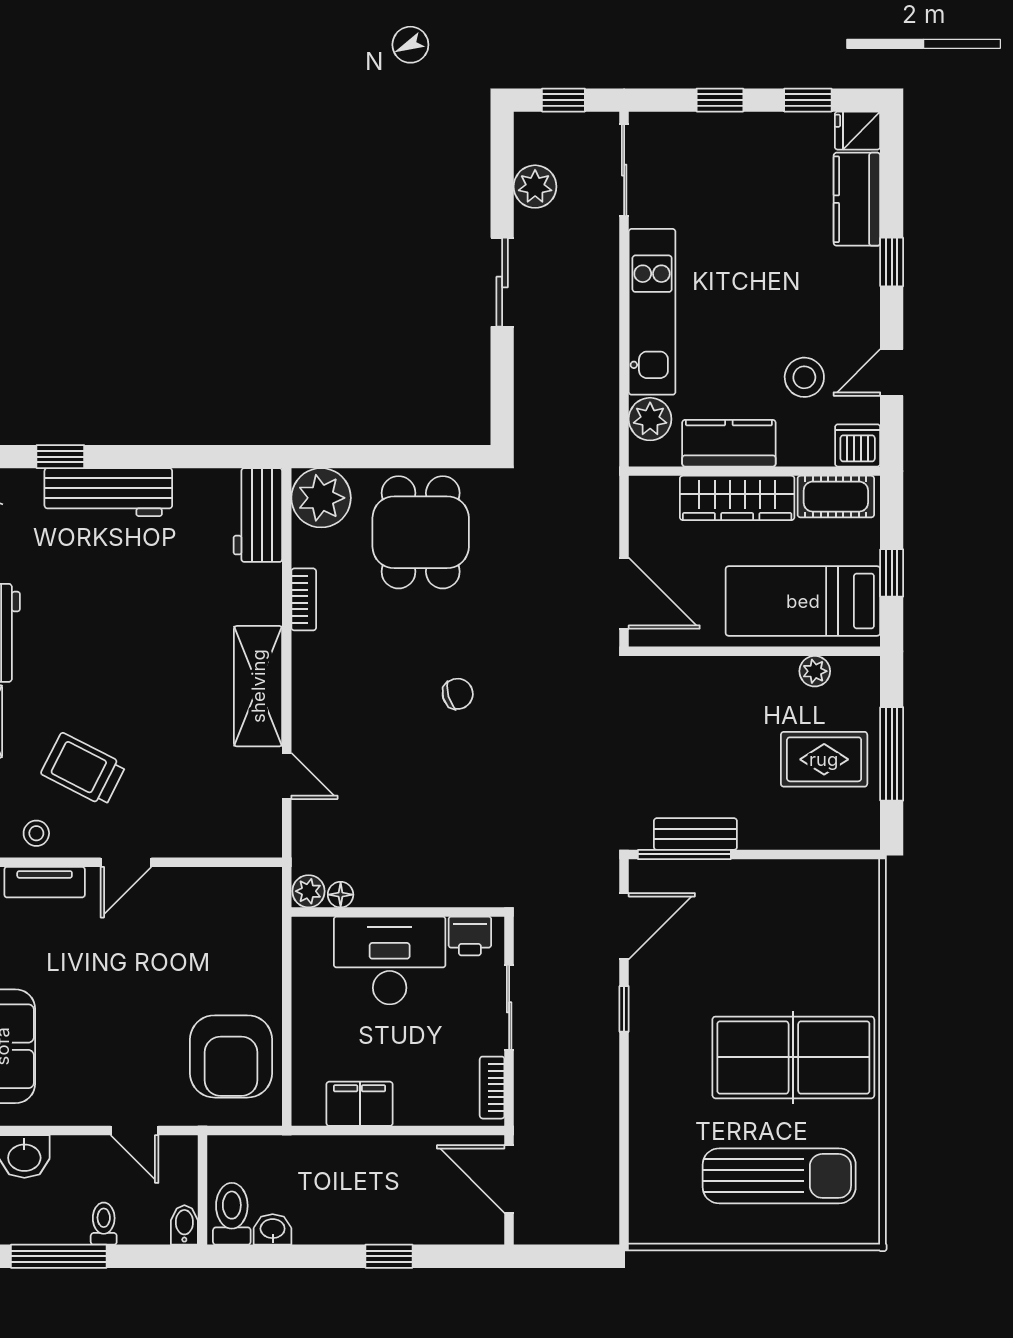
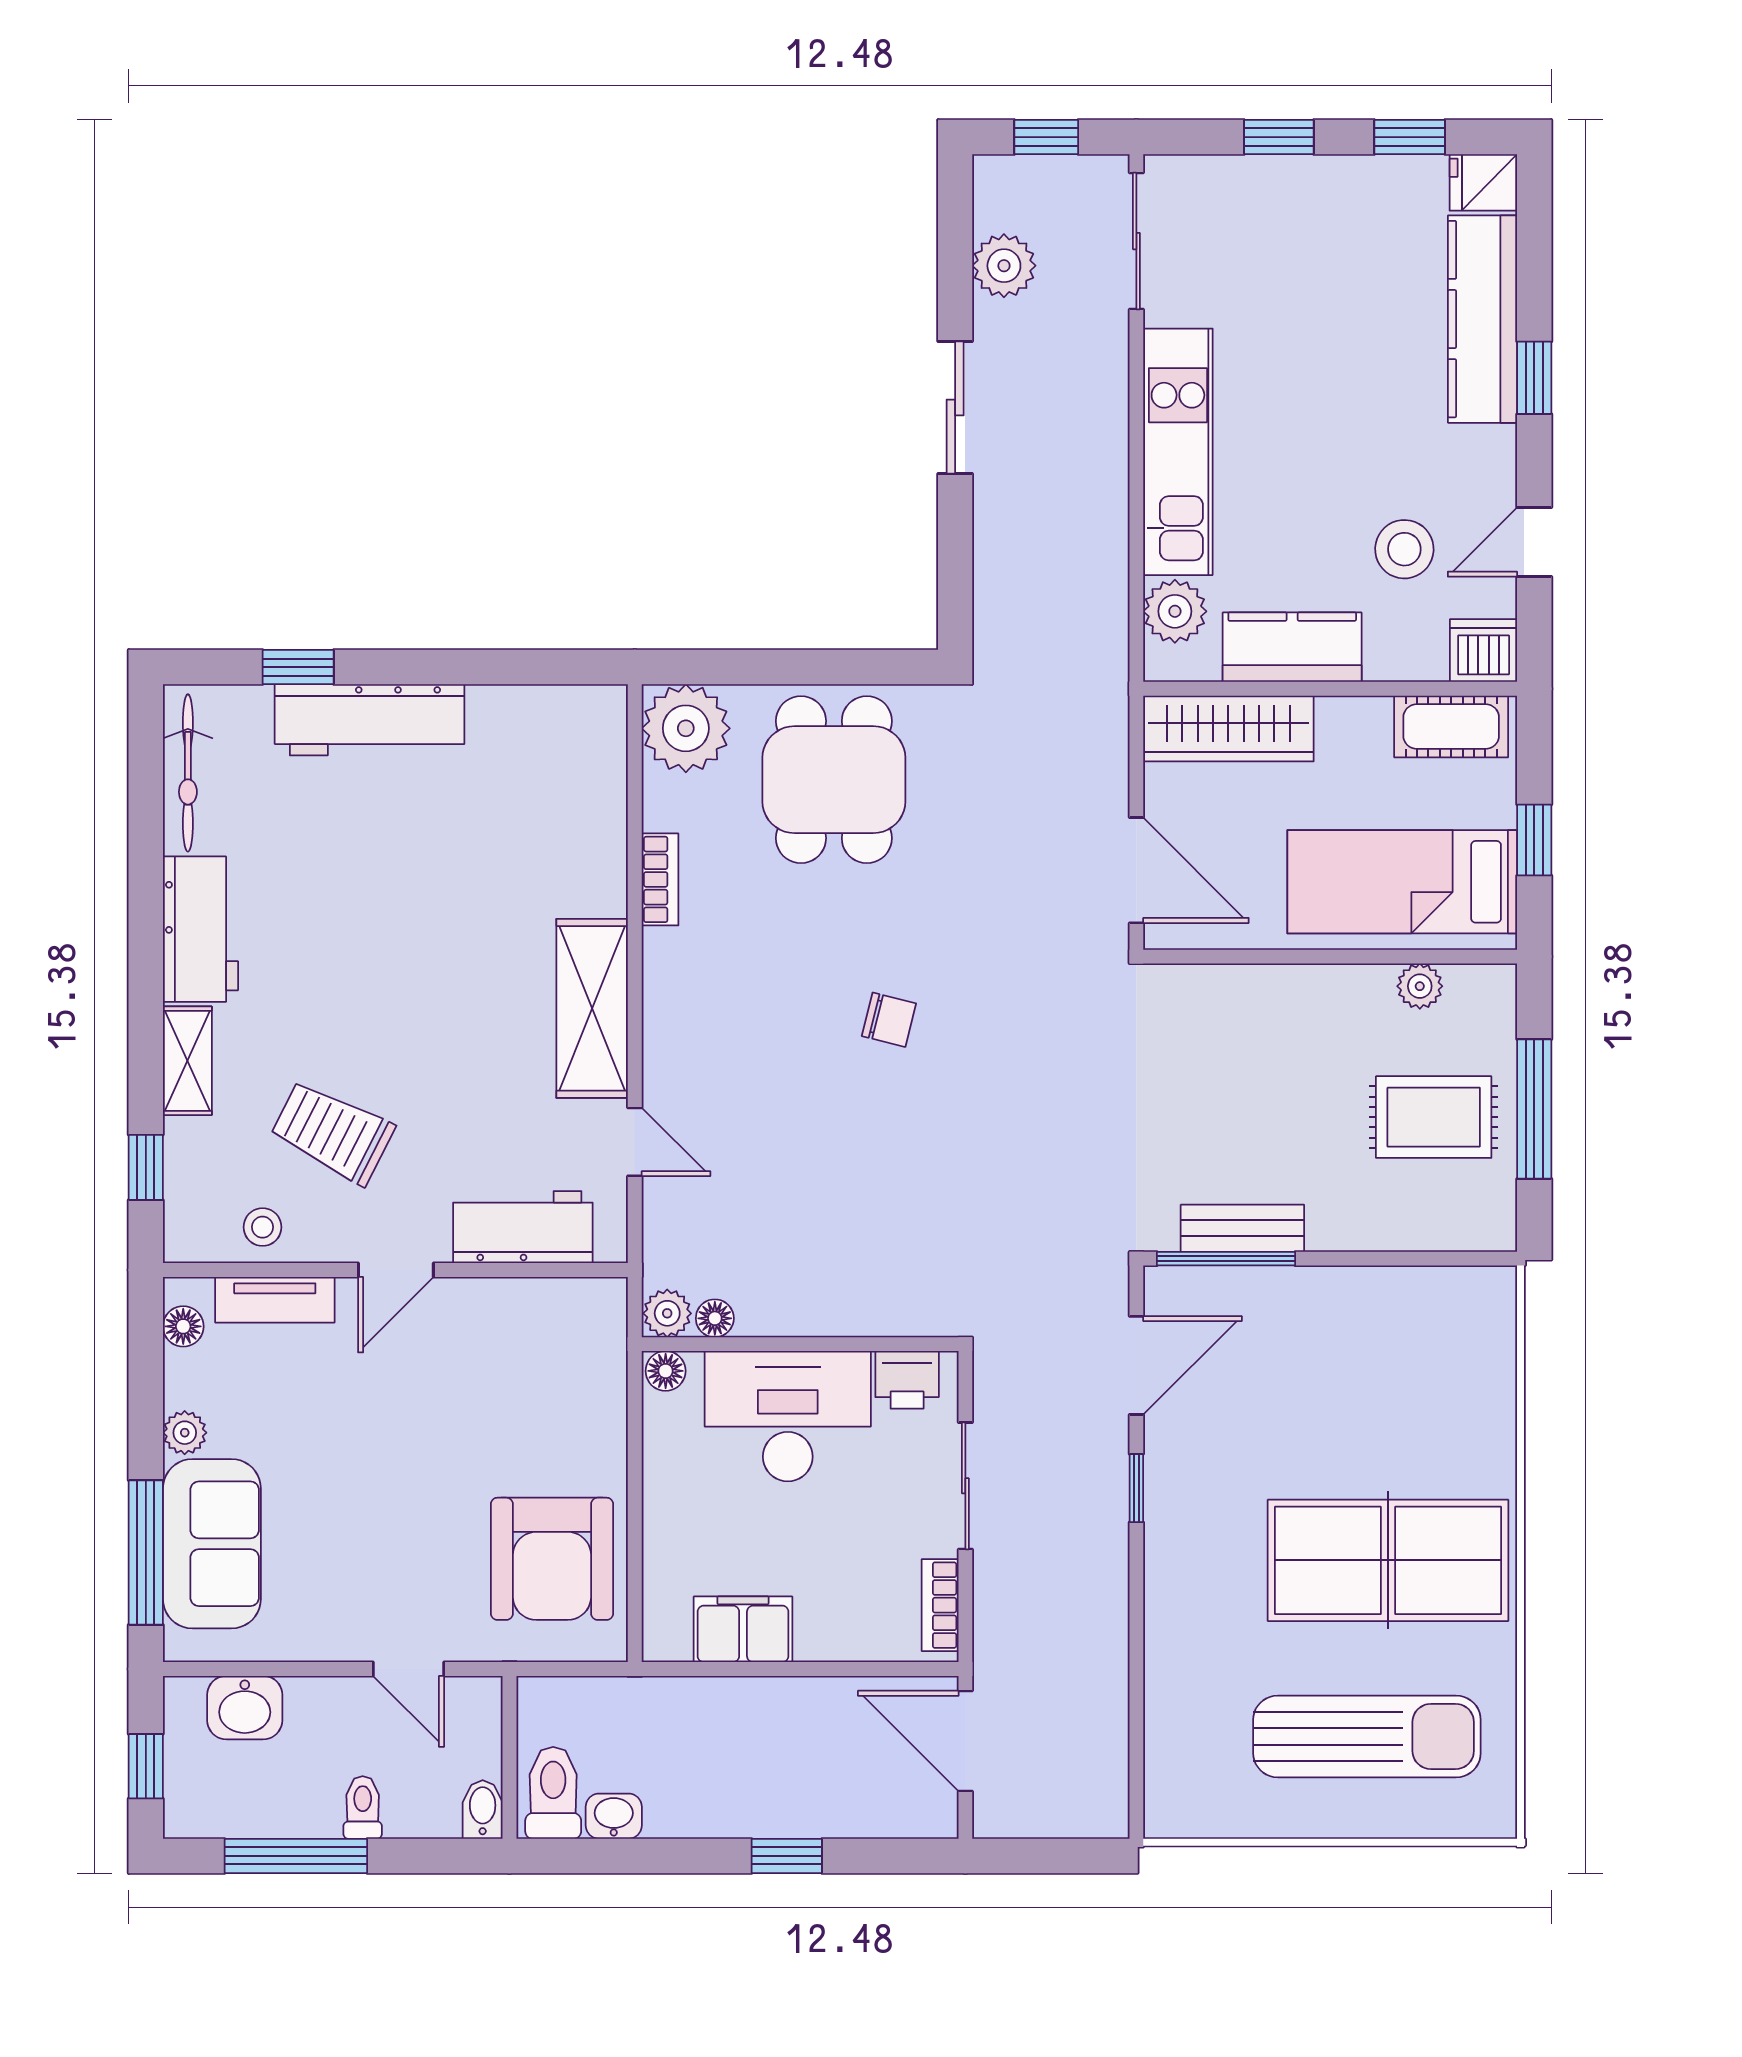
kitchen counter: (857, 199) -> (1482, 319), width x1.50
wardrobe: (737, 498) -> (1228, 729), moved
workbench: (258, 515) -> (523, 1227), moved, turned 90
chair: (458, 694) -> (889, 1020), turned 30
floor lamp: (307, 930) -> (666, 1371), added

